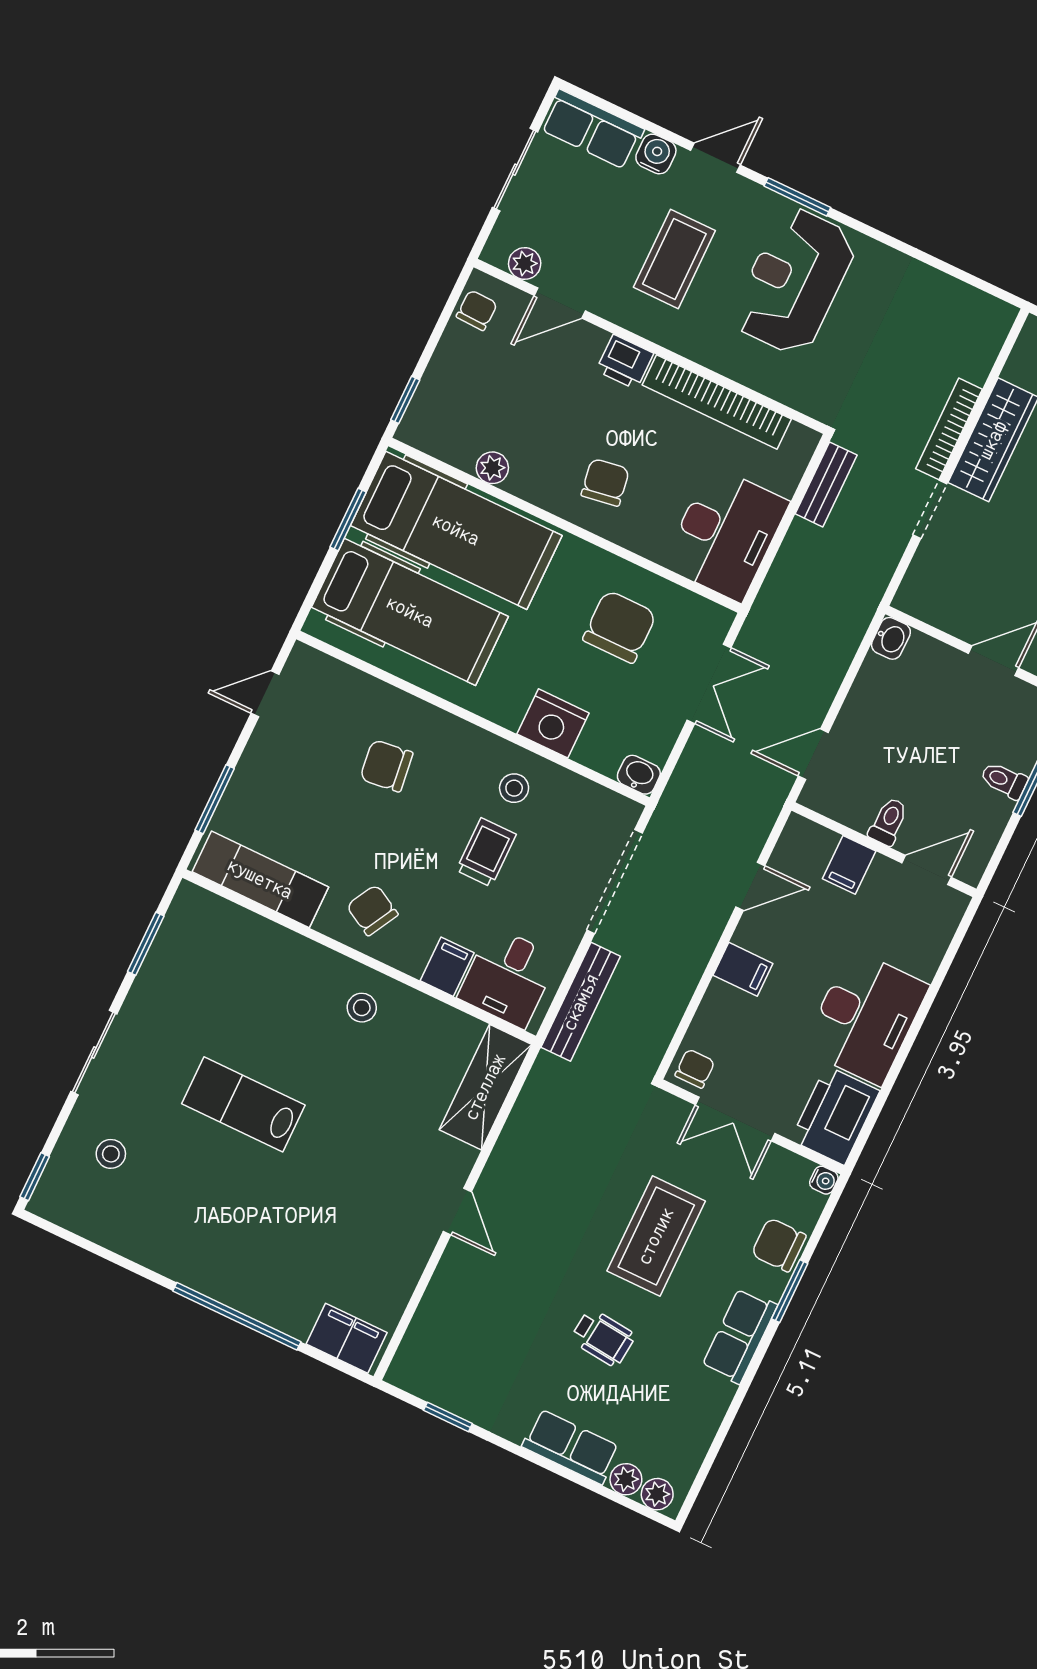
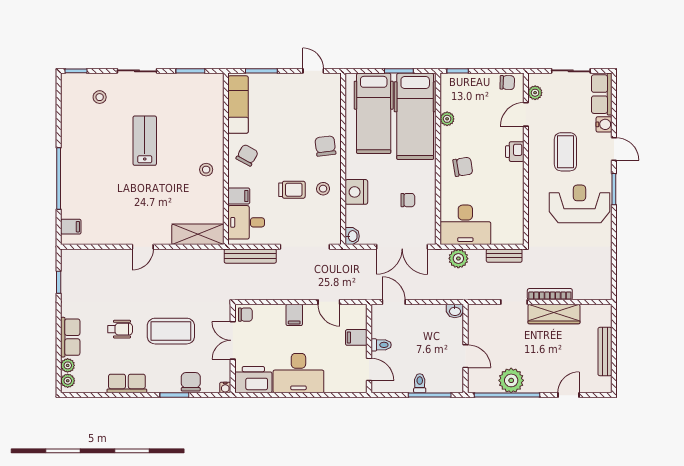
coffee table: (674, 259) -> (565, 152), turned 90
door: (560, 303) -> (526, 114), hinge flipped
bookcase: (717, 402) -> (516, 196), removed
plant: (788, 580) -> (458, 259), added
chair: (620, 627) -> (408, 200), width x0.54, depth x0.54
double door: (709, 684) -> (402, 247), width x1.37
chair: (386, 766) -> (325, 146), moved
row of seats: (740, 1336) -> (127, 384), moved
filing cabinet: (347, 1338) -> (71, 227), width x0.50
wheelchair: (603, 1338) -> (120, 329), turned -96

